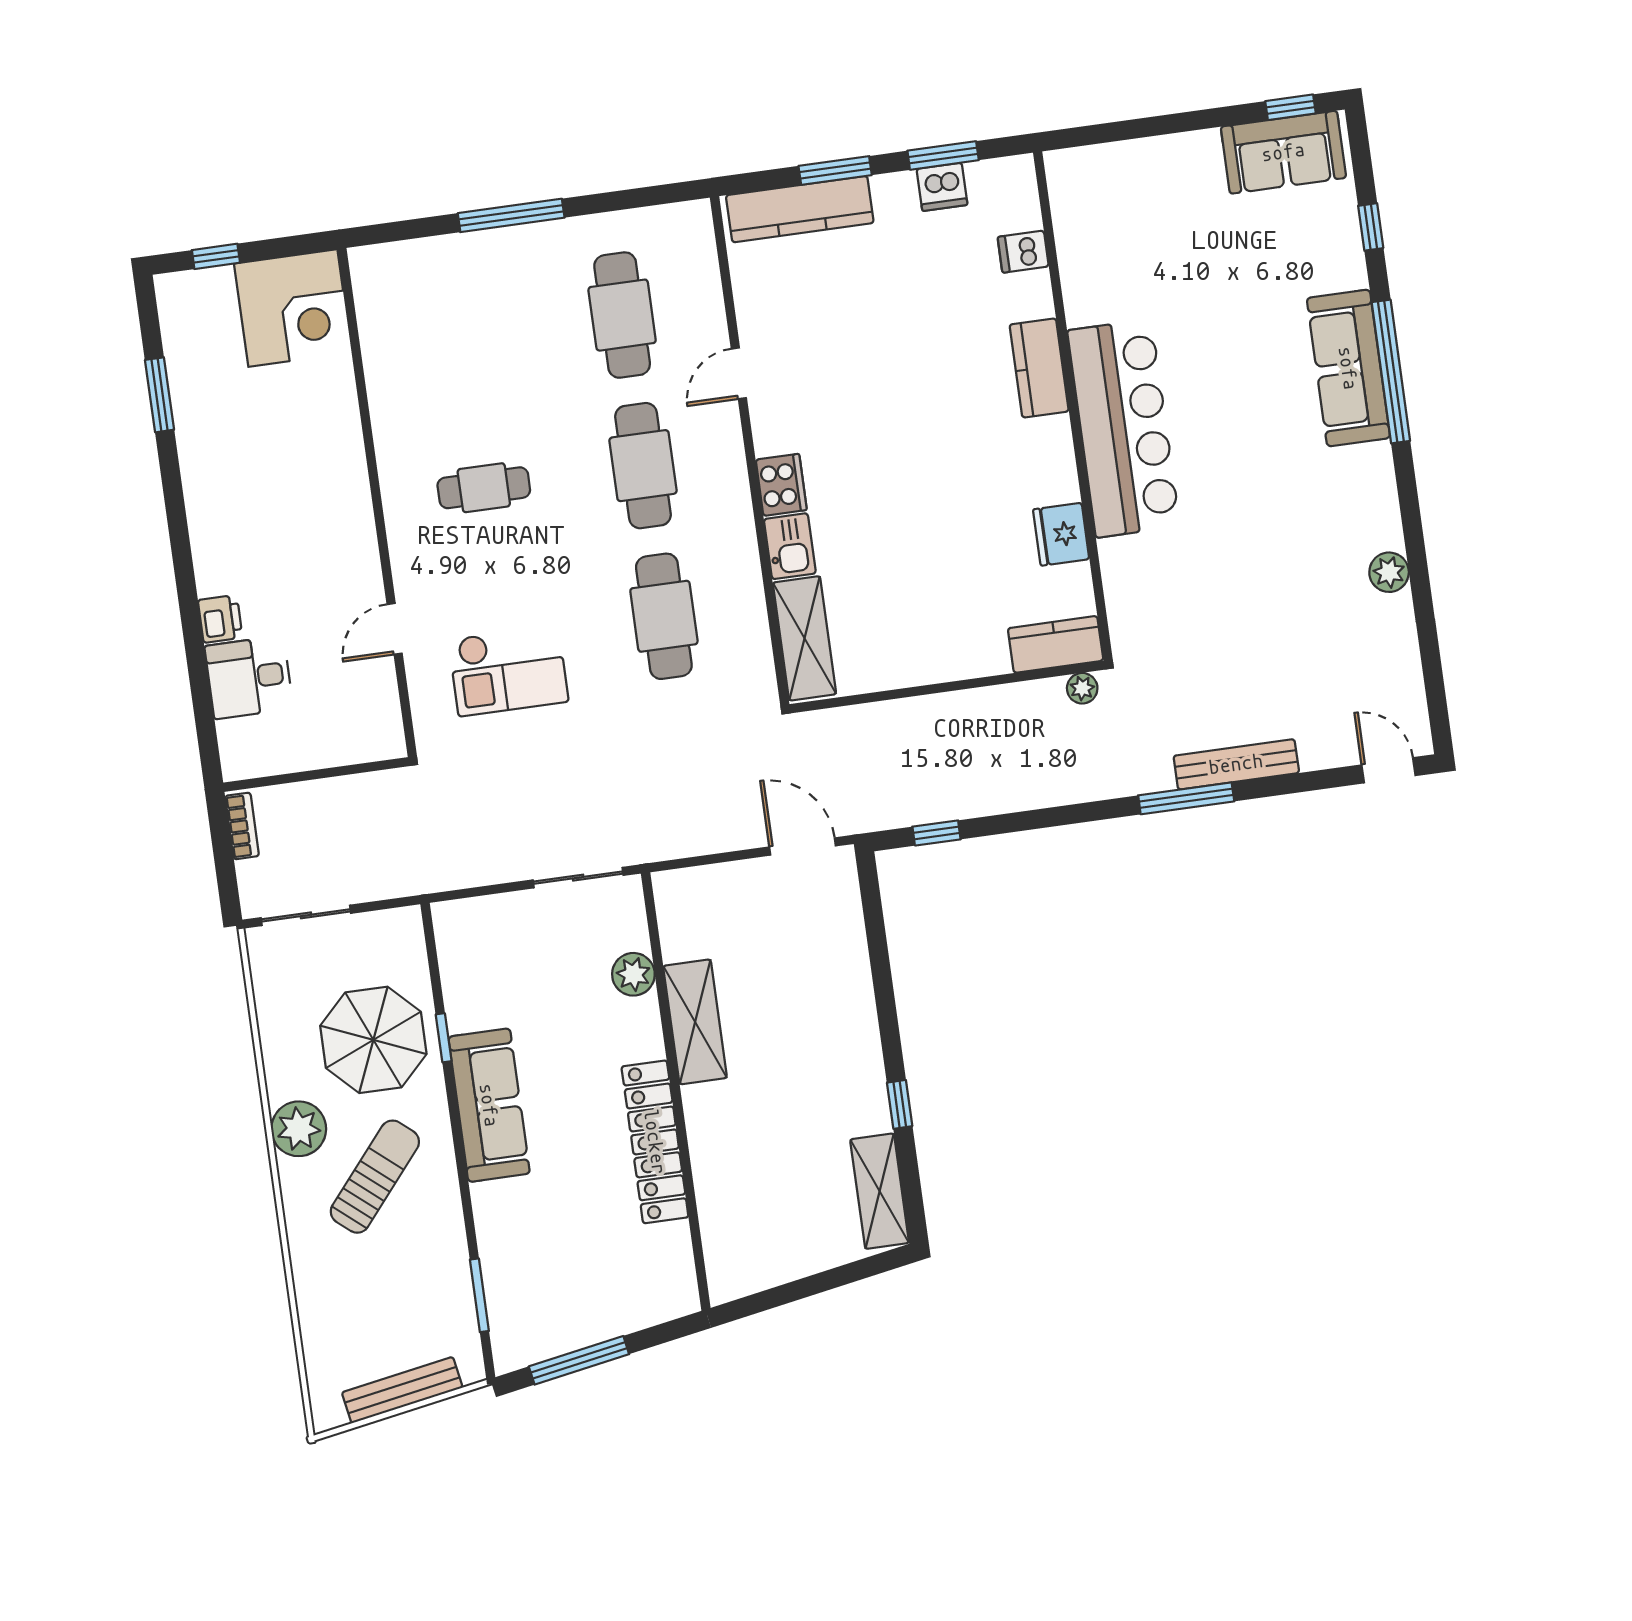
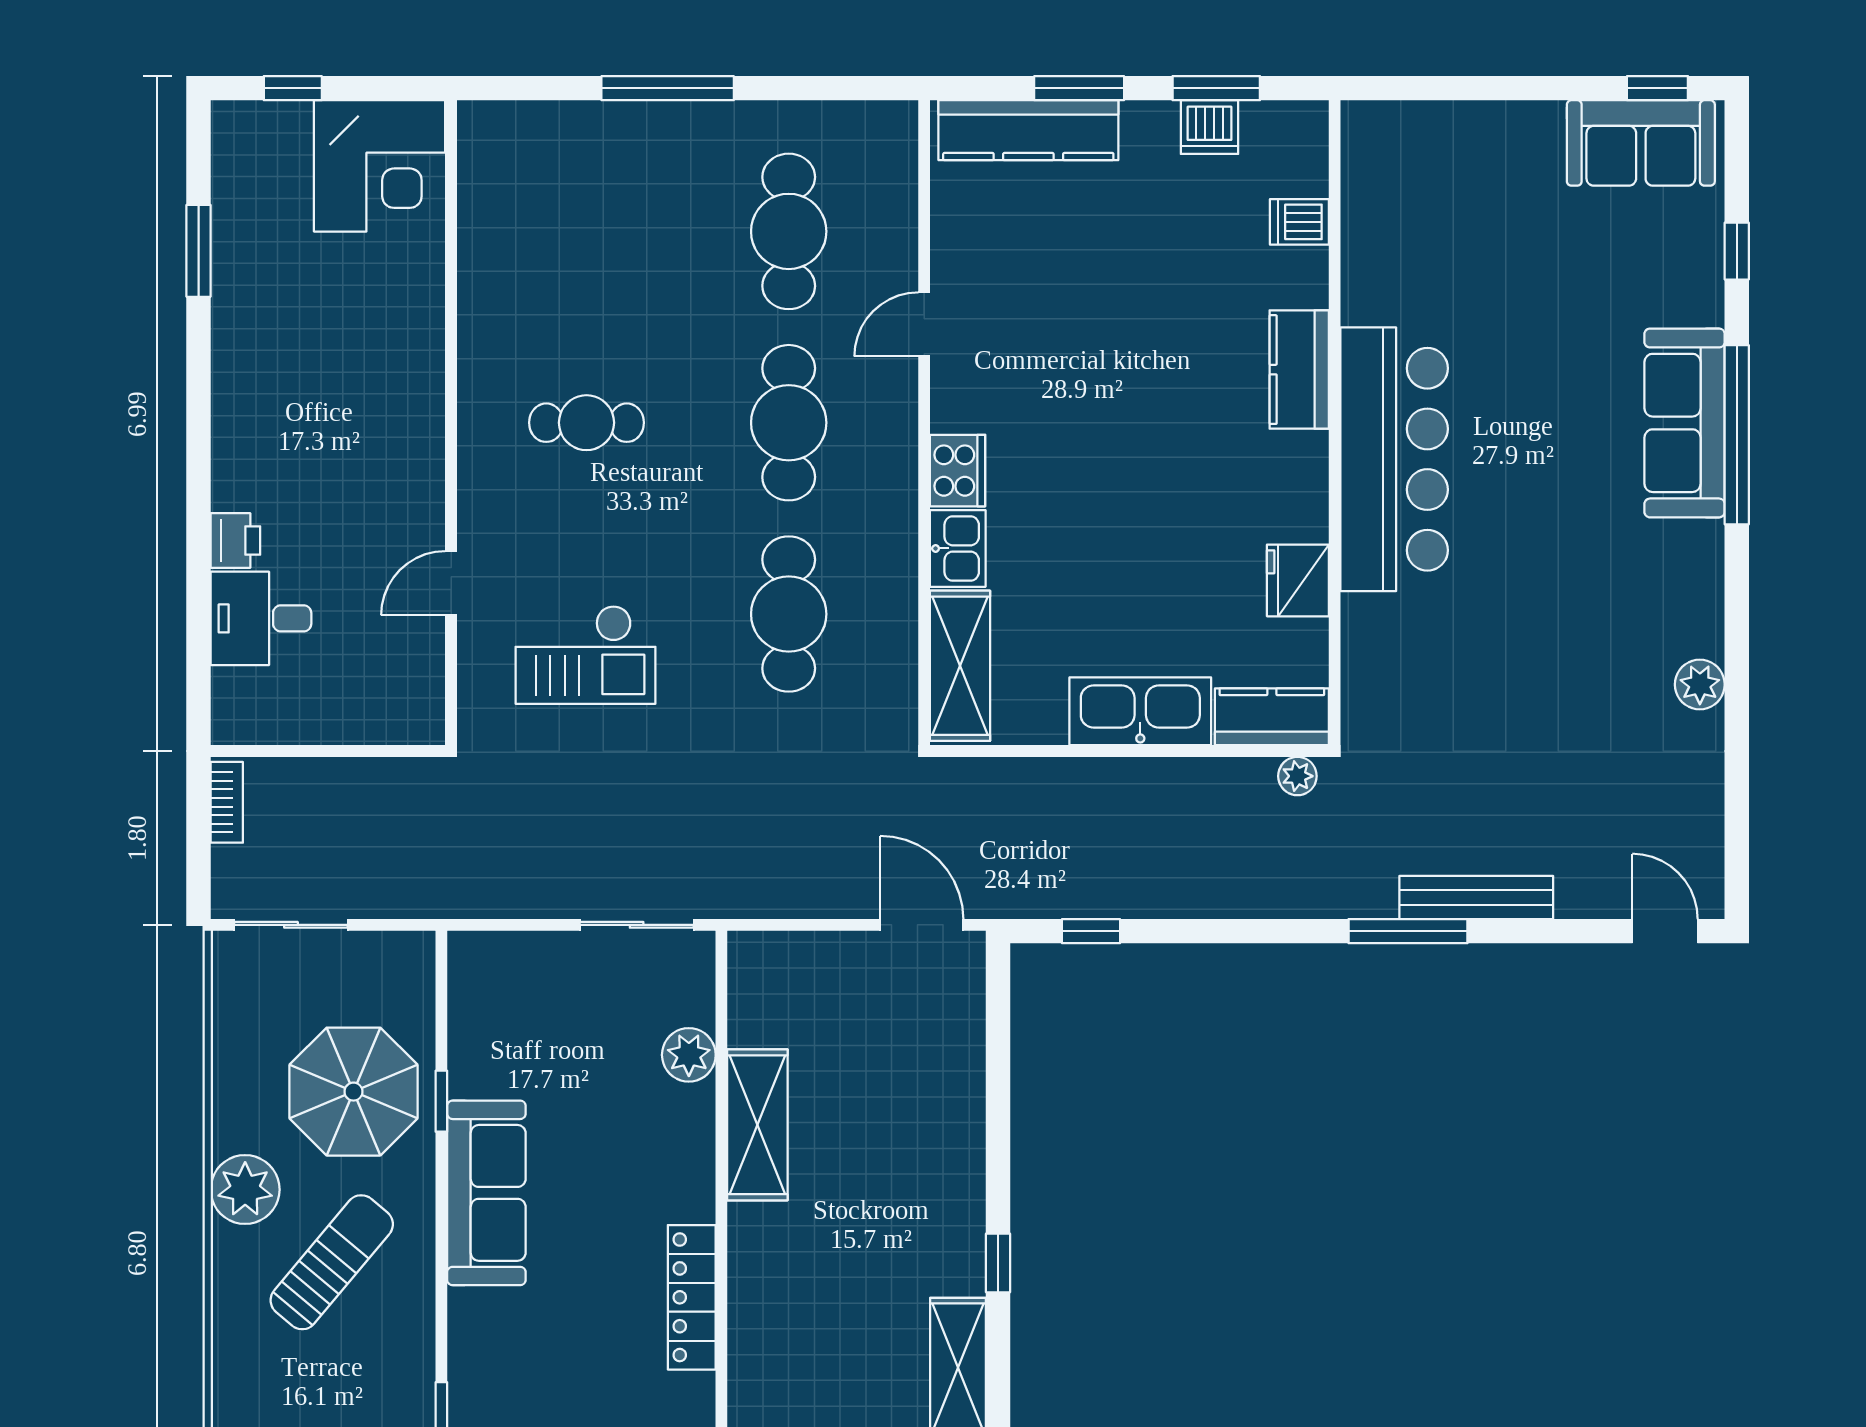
kitchen sink: (951, 654) -> (1140, 711), added
locker: (655, 1142) -> (692, 1297), width x0.71, depth x0.83

